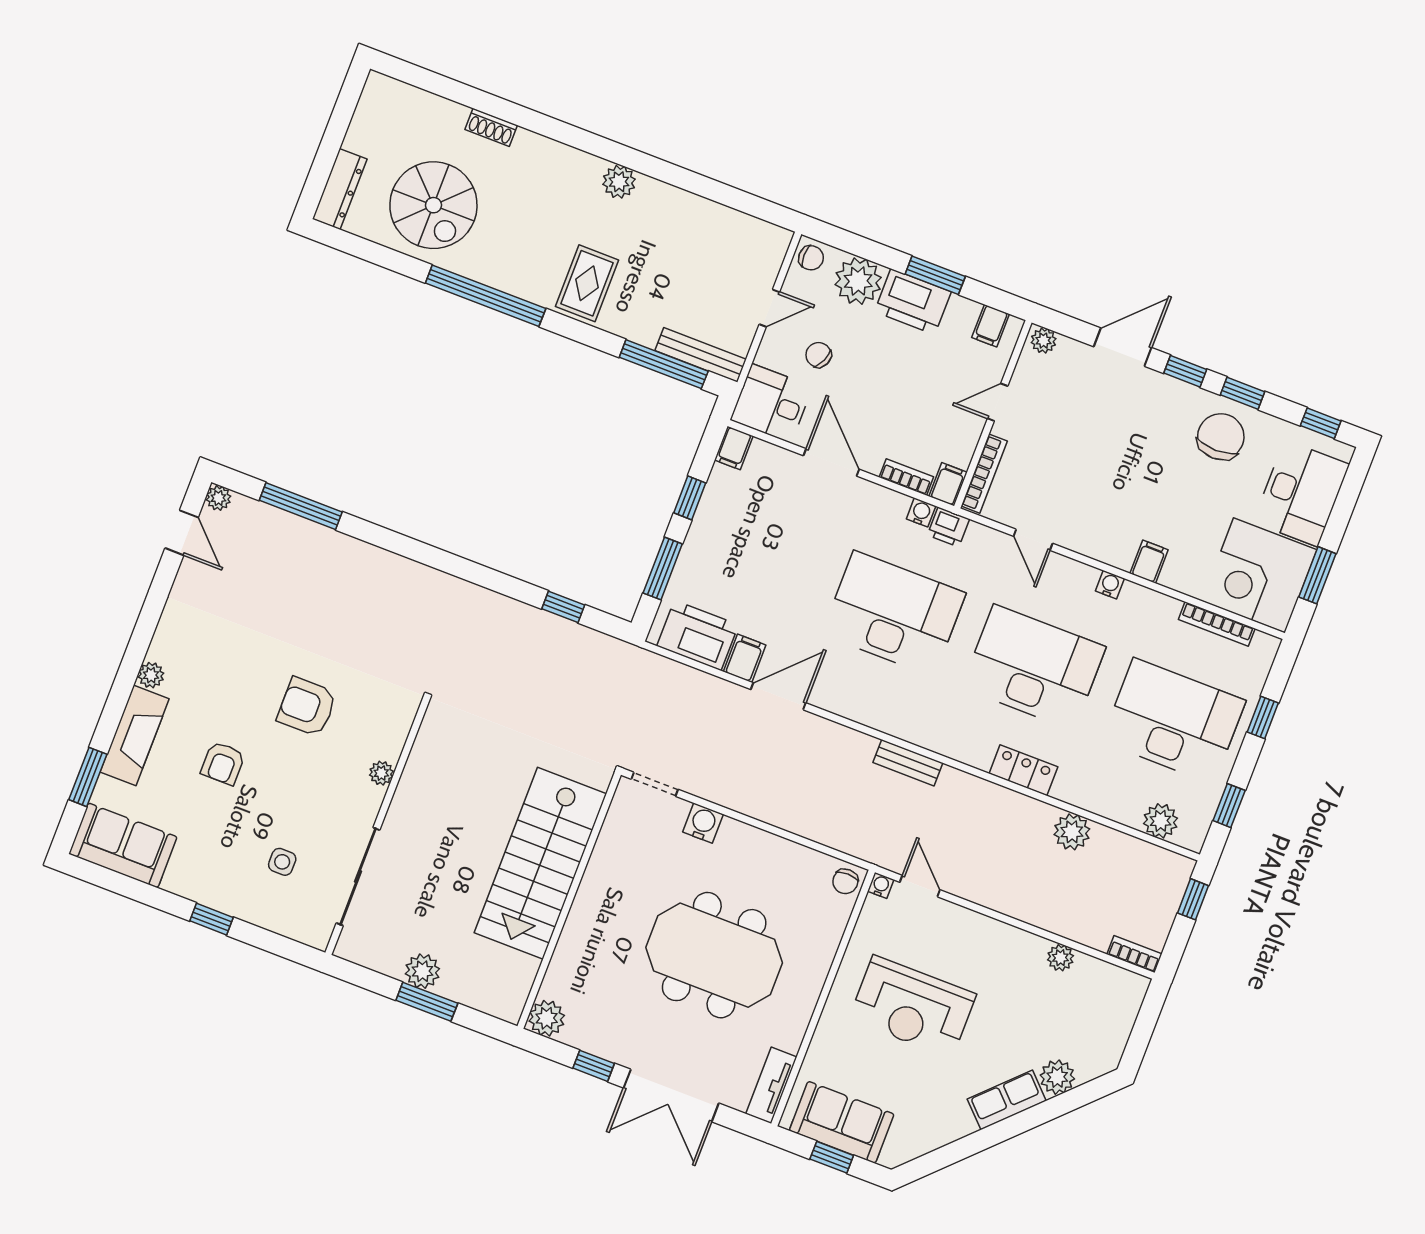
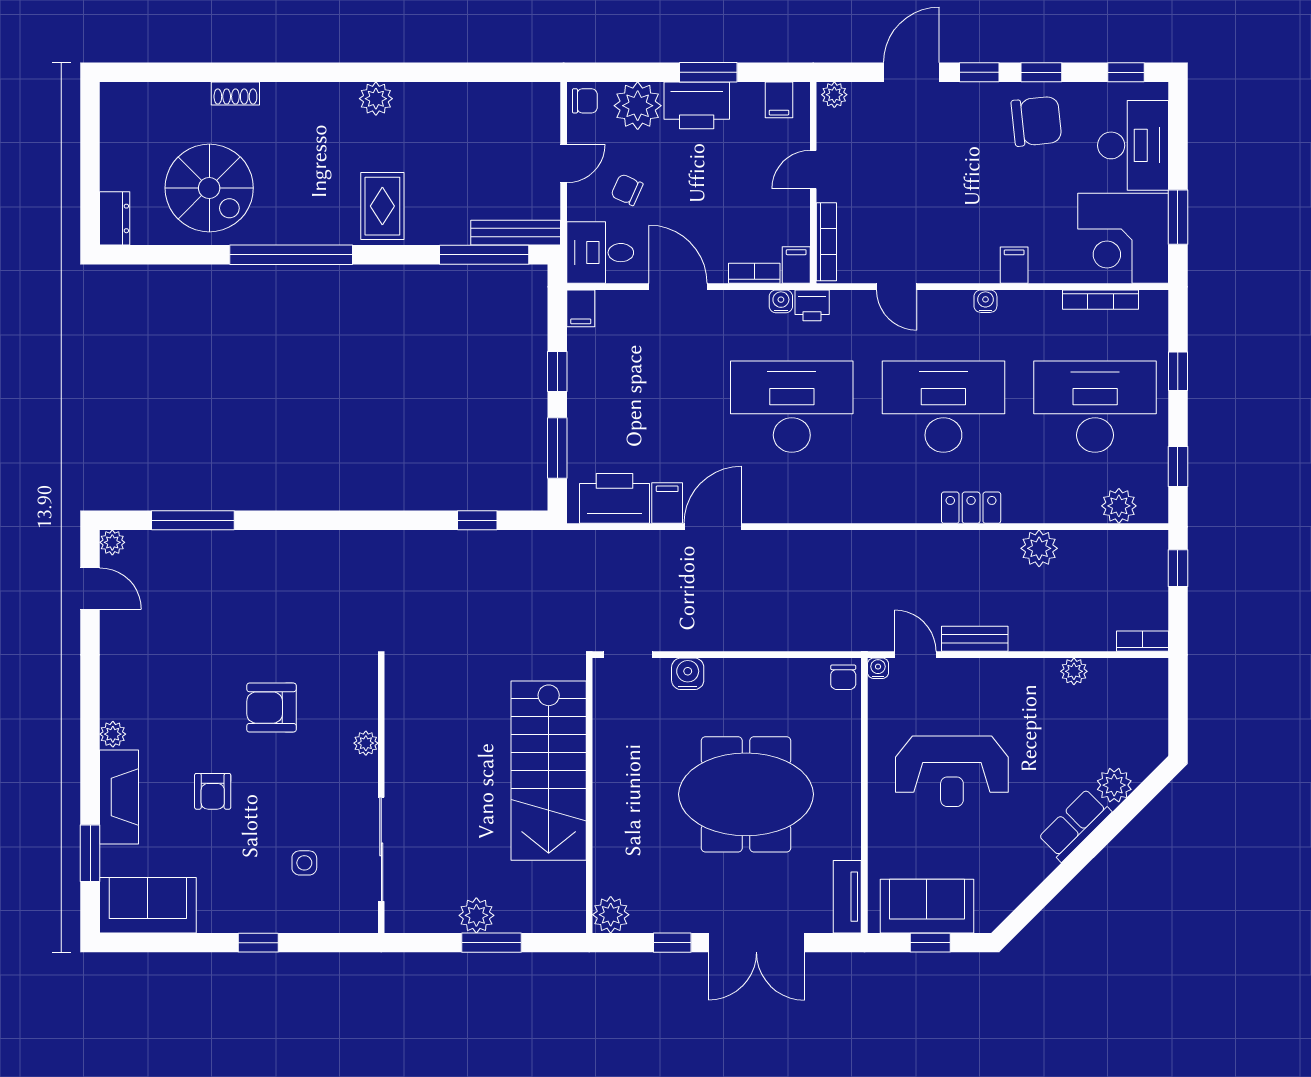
dresser: (340, 189) -> (115, 218), width x0.70
chair: (1221, 437) -> (1037, 121), turned 84
bench: (908, 763) -> (975, 639), moved

